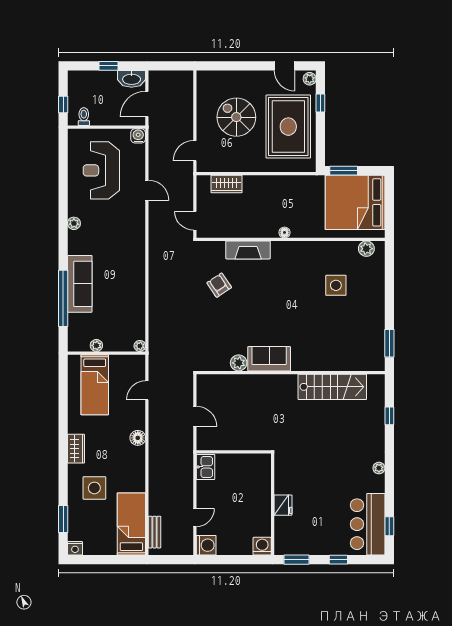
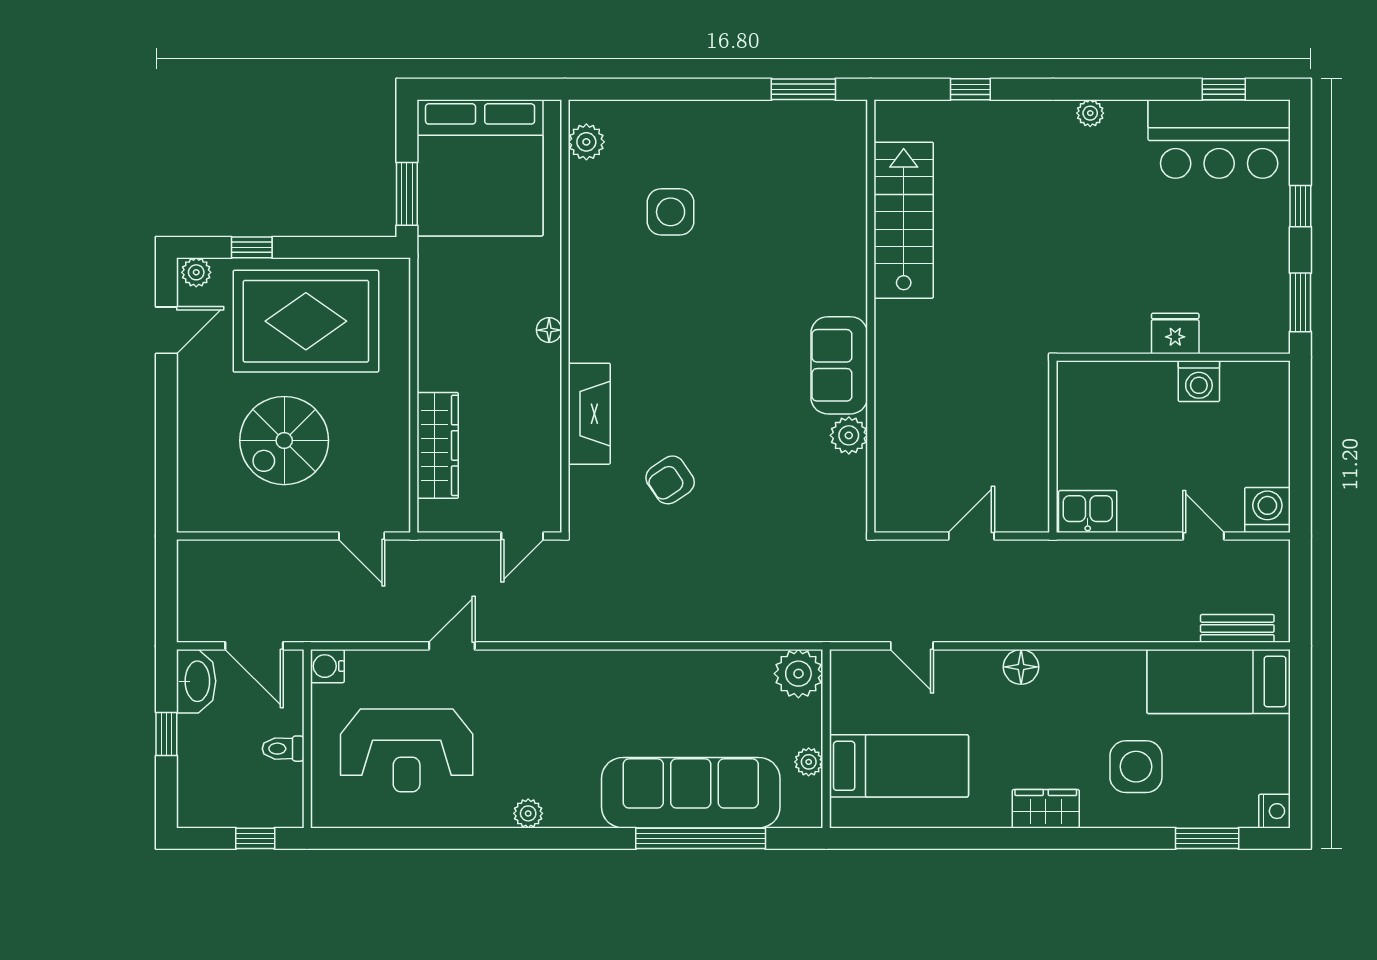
toilet: (84, 117) -> (283, 749), moved
wardrobe: (227, 184) -> (438, 445), width x1.50
sofa: (80, 284) -> (691, 793), width x1.36, depth x1.27
plant: (140, 346) -> (798, 674), width x1.88, depth x1.88
washing machine: (262, 546) -> (1199, 381), moved, turned -90

